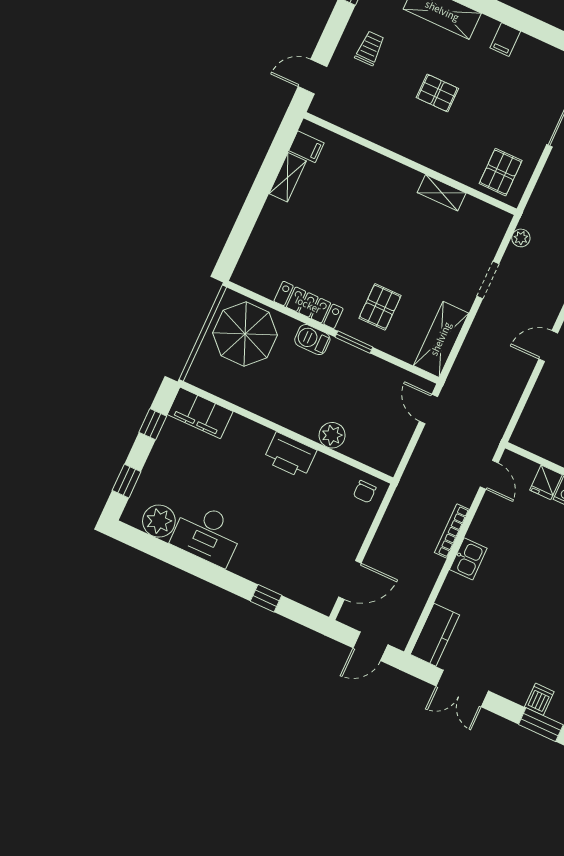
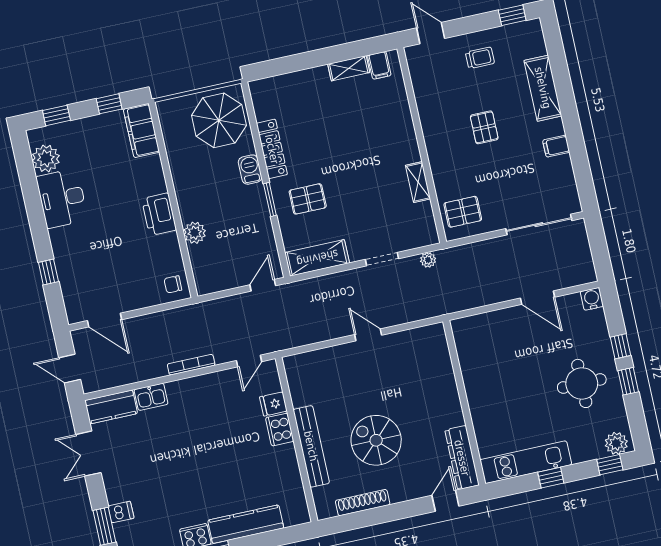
kitchen sink: (468, 559) -> (151, 397), moved

